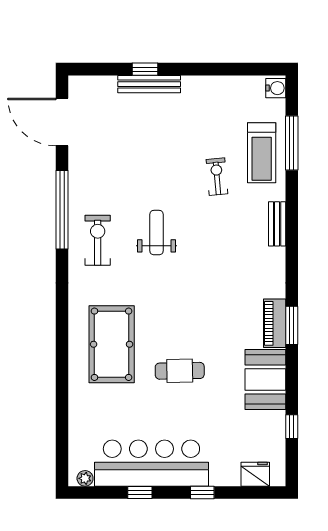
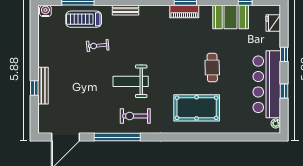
treadmill: (262, 153) -> (84, 19), turned 180
weight bench: (156, 233) -> (131, 81), width x1.36, depth x1.33
booth: (265, 379) -> (231, 17), moved

